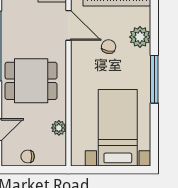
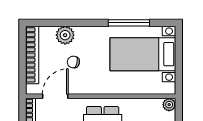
window: (154, 79) -> (129, 23), moved
plant: (59, 128) -> (169, 105), moved

